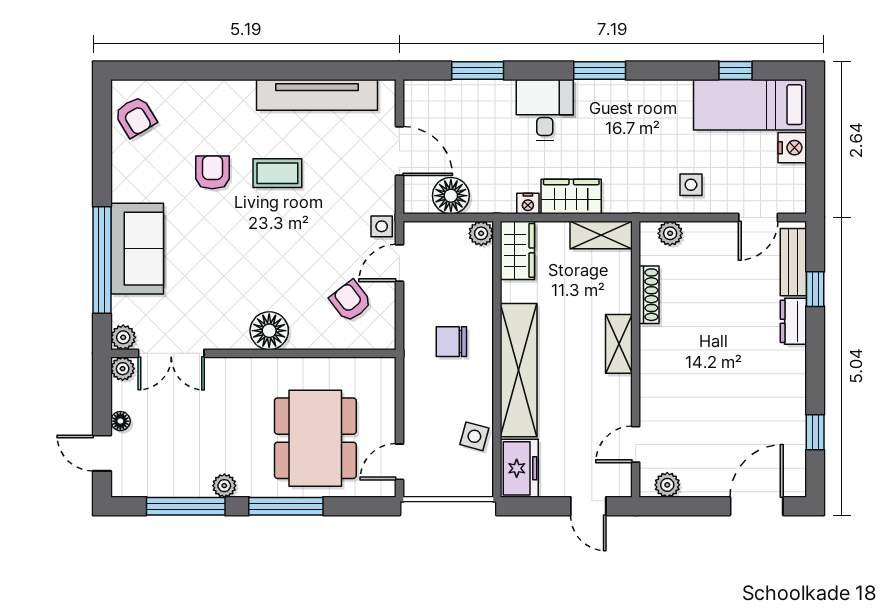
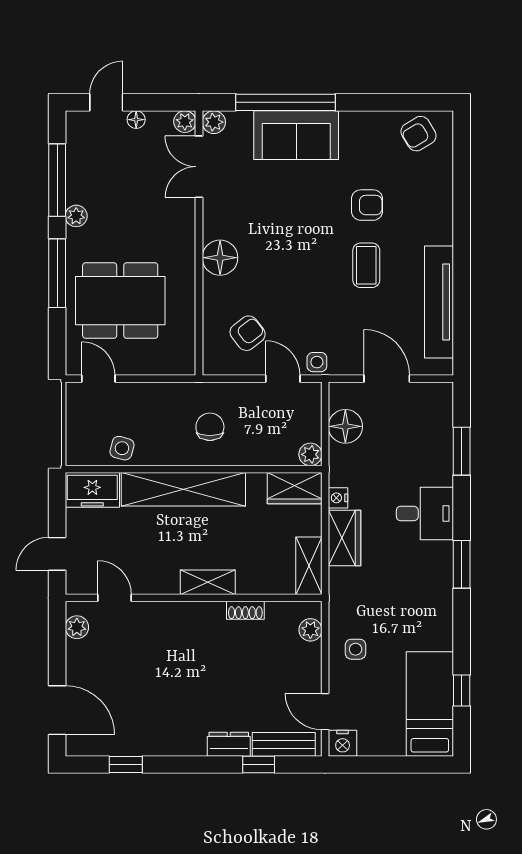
nightstand: (792, 148) -> (343, 743), moved
door: (399, 151) -> (387, 379), swing flipped
shoe rack: (649, 295) -> (245, 610), width x0.70

